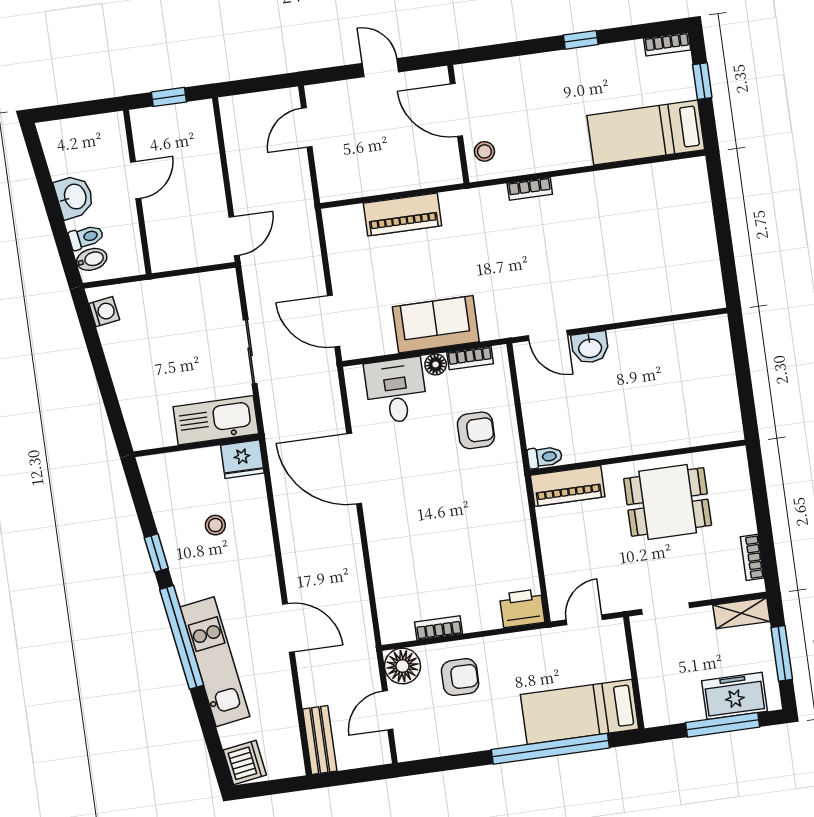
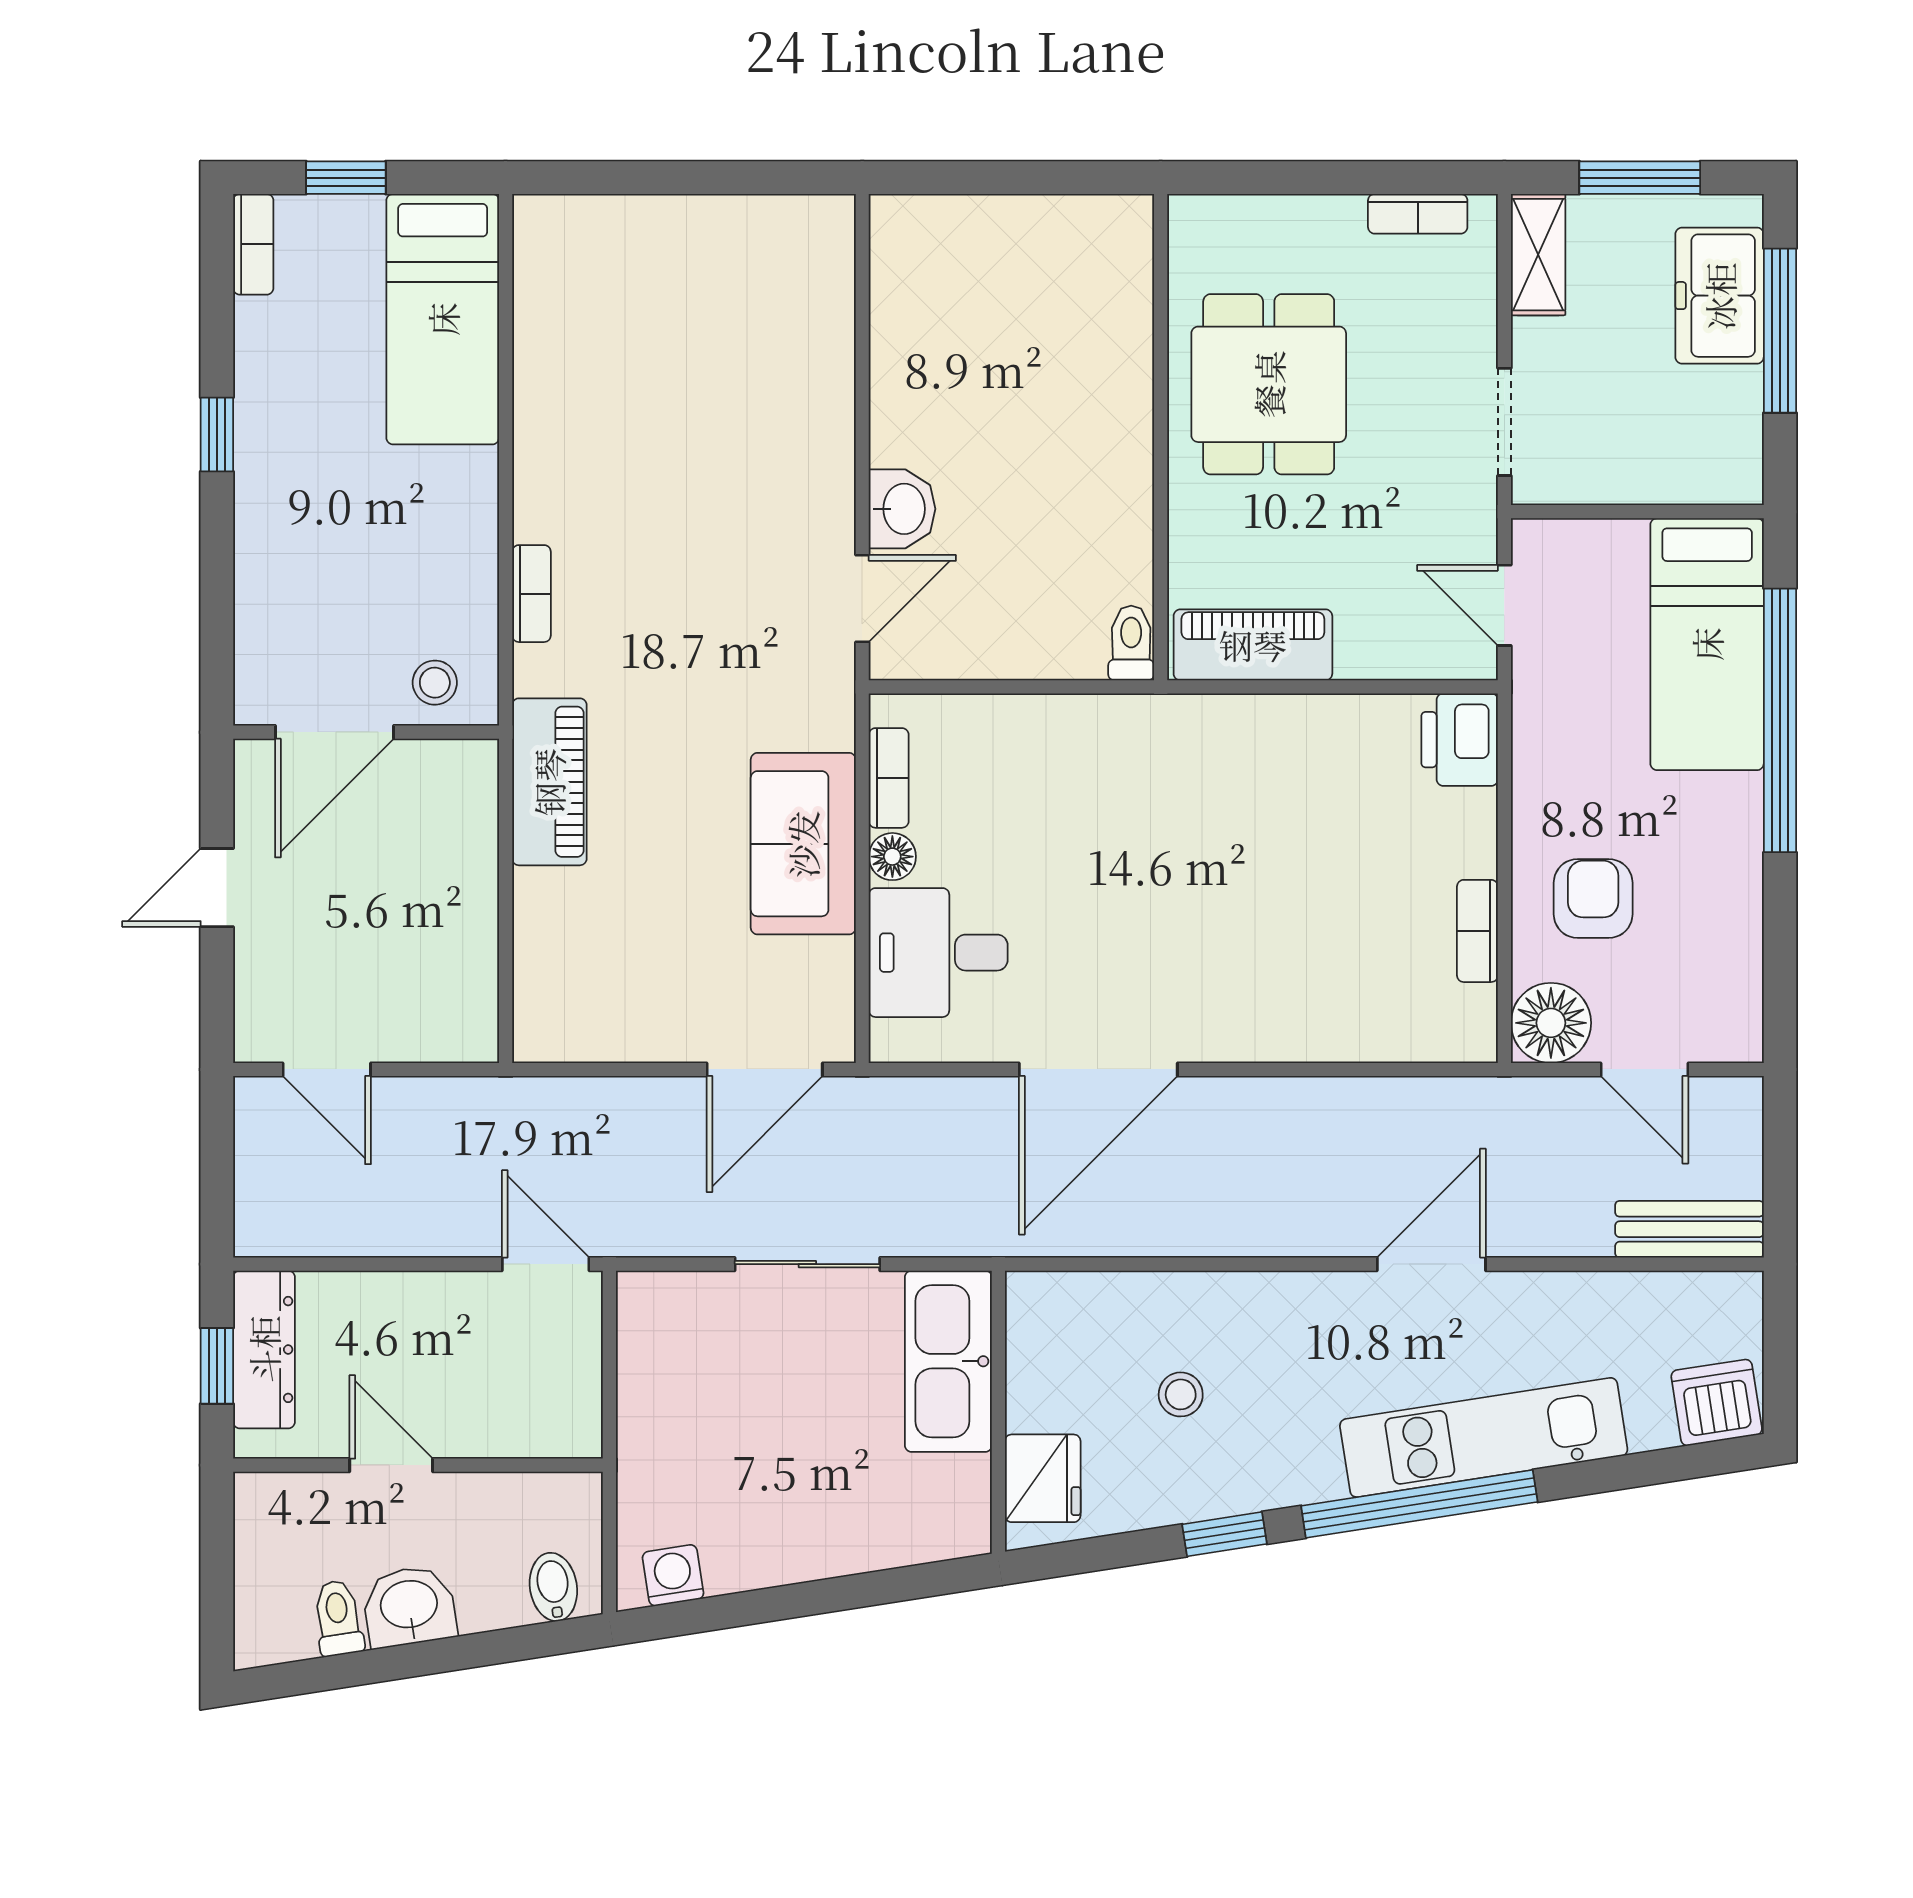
dresser: (179, 117) -> (264, 1349), added
piano: (402, 214) -> (549, 782), moved
toilet: (86, 237) -> (338, 1618), moved
armchair: (476, 430) -> (1051, 787), removed
fridge: (242, 459) -> (1043, 1478), moved
piano: (568, 486) -> (1253, 645), moved, turned -90

